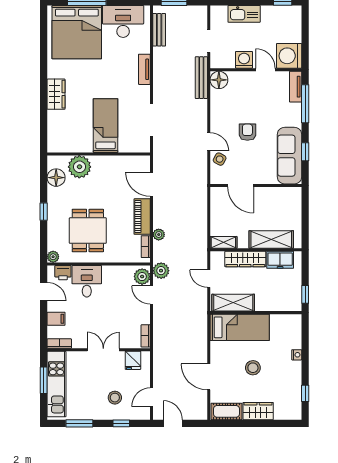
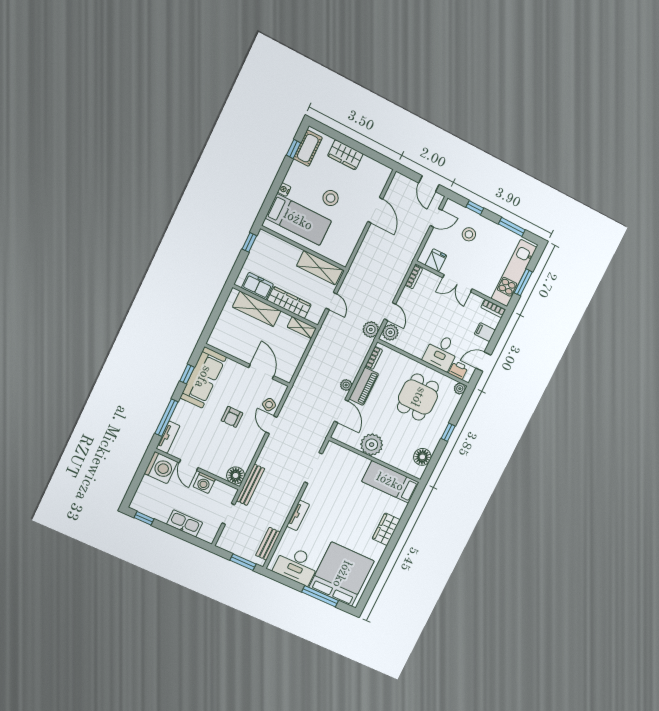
bed: (106, 126) -> (390, 482), moved, turned 90
plant: (79, 167) -> (372, 445), moved
plant: (159, 235) -> (346, 385), moved
door: (44, 292) -> (483, 362), hinge flipped
bed: (240, 327) -> (298, 220), moved, turned 180
cot: (226, 411) -> (308, 148), moved, turned 90

